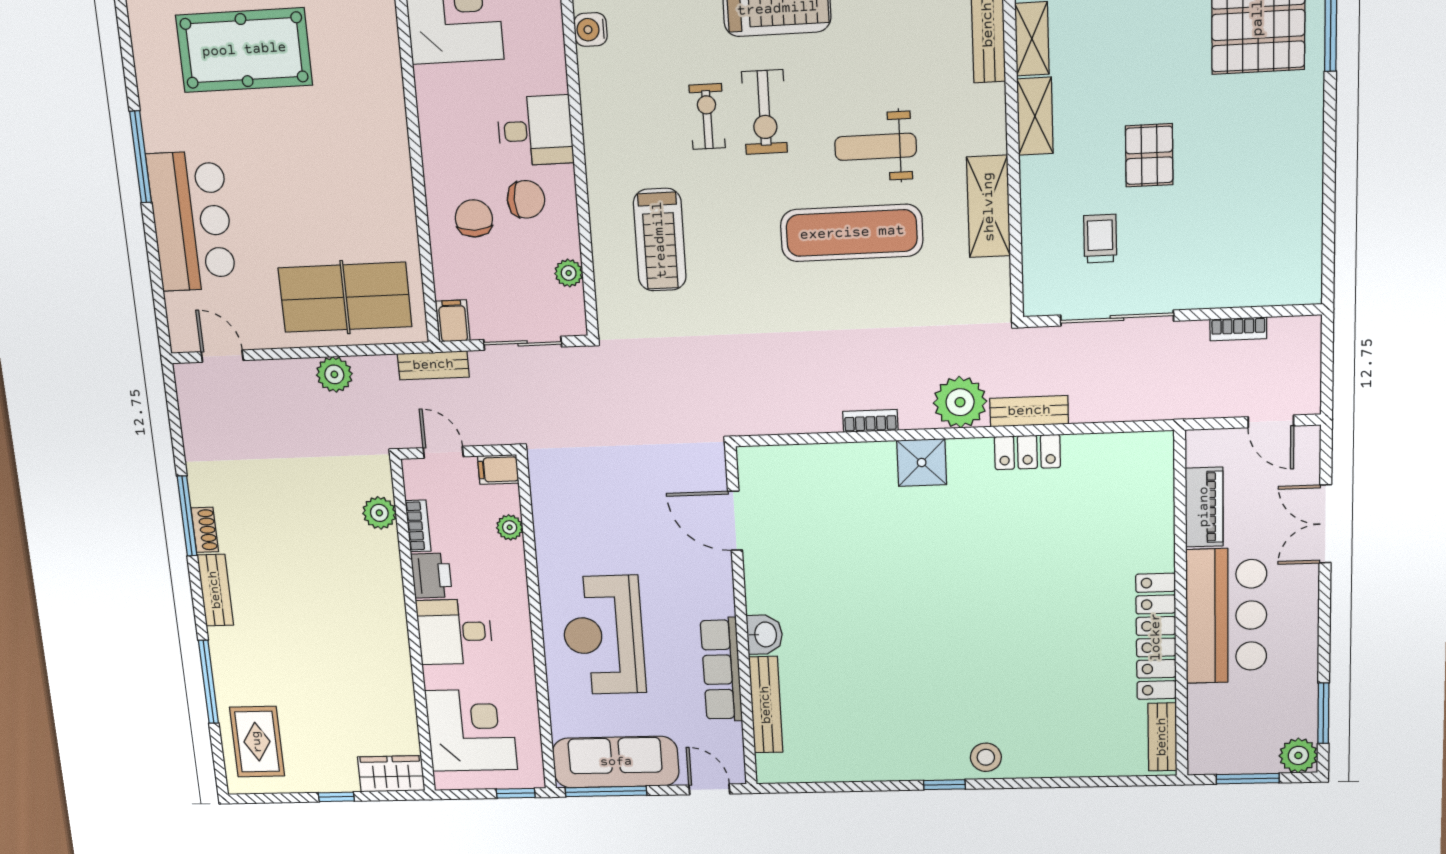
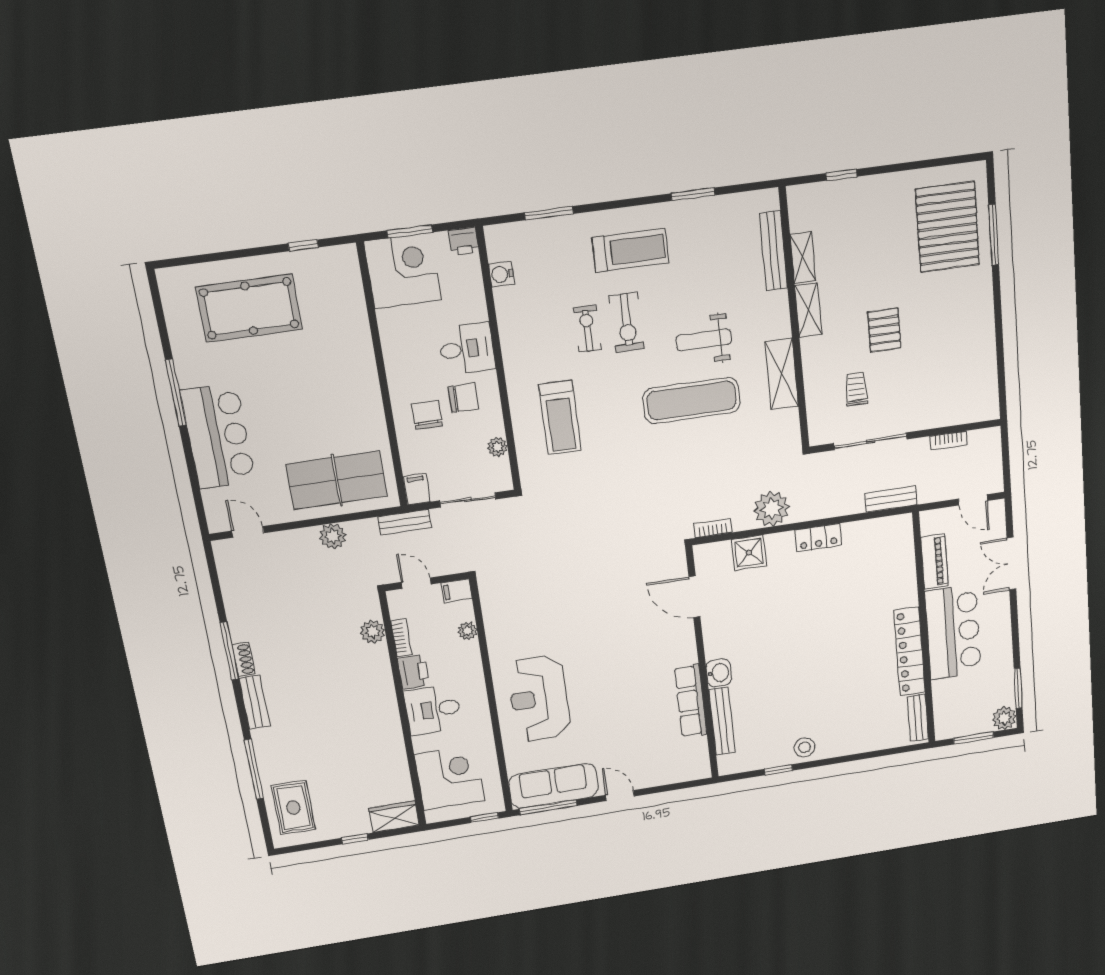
bench: (1029, 411) -> (891, 499), moved
door: (735, 521) -> (694, 597), moved
wall: (741, 619) -> (702, 664), moved
washbasin: (765, 635) -> (719, 673), moved
row of seats: (721, 670) -> (691, 701), moved
bench: (766, 705) -> (722, 721), moved

